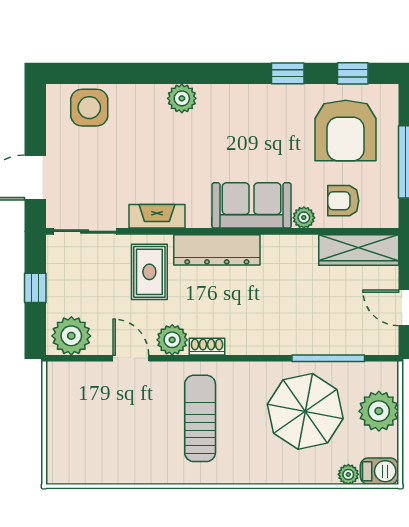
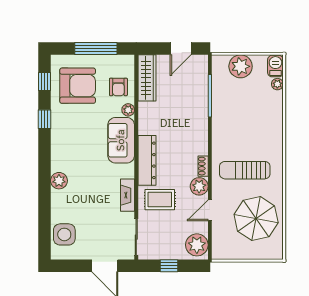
parasol: (305, 411) -> (256, 219), moved

